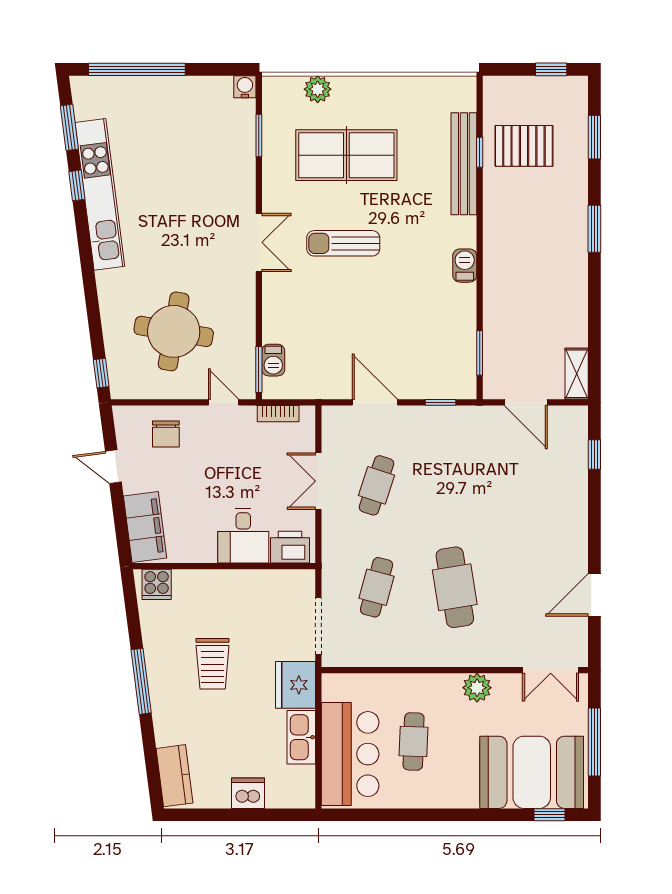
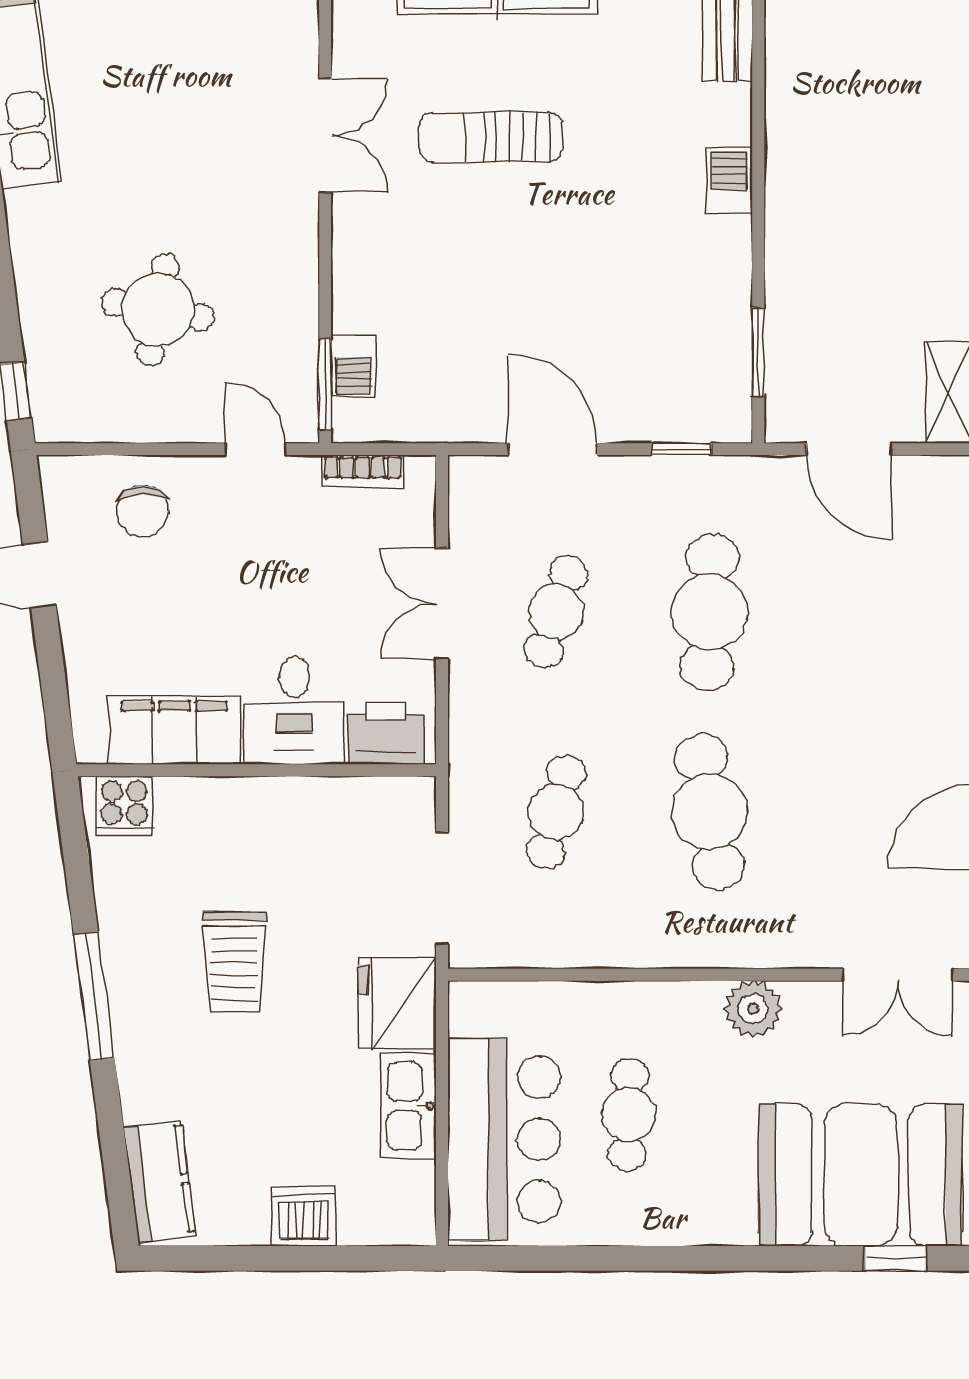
round table: (174, 331) -> (158, 310), width x0.73, depth x0.73
cafe table: (455, 485) -> (710, 612), added
filing cabinet: (145, 527) -> (174, 730), moved, turned -83

